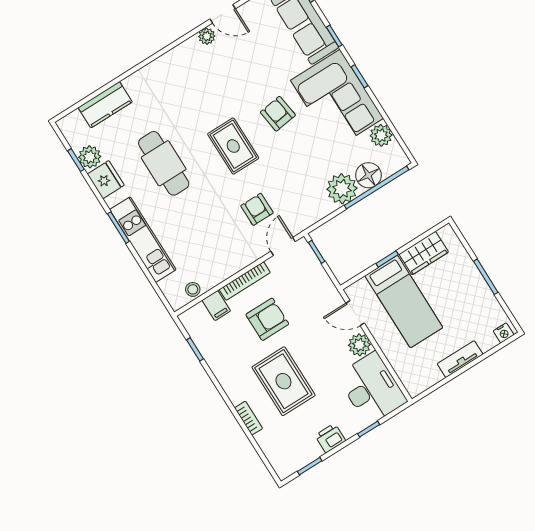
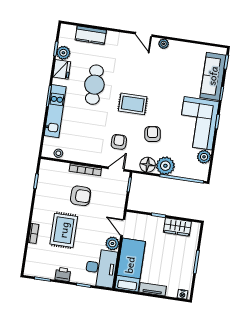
door: (223, 14) -> (144, 34), moved
armchair: (278, 114) -> (153, 134), moved
rug: (233, 146) -> (133, 104), turned 90
floor lamp: (368, 175) -> (148, 165), moved
bed: (404, 302) -> (130, 265), moved, turned 180
filing cabinet: (216, 306) -> (63, 170), removed

